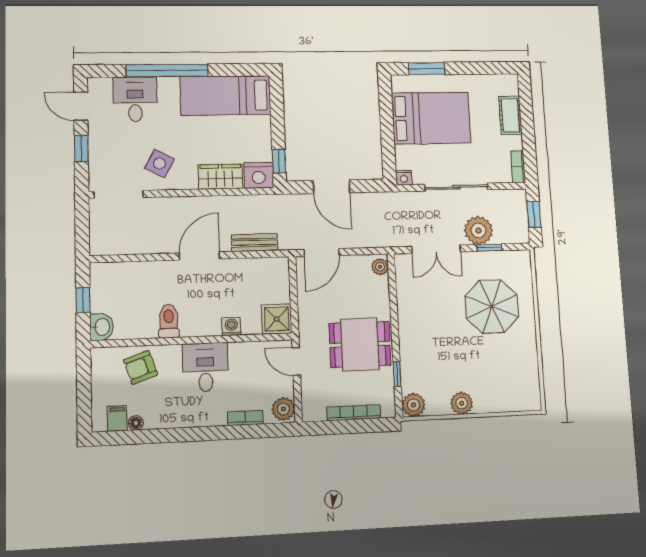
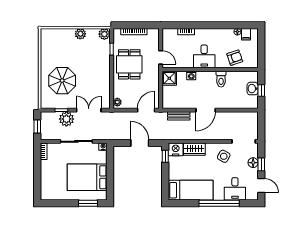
cot: (510, 115) -> (46, 178), removed
floor lamp: (98, 152) -> (253, 163), added
washbasin: (102, 327) -> (253, 89), moved
dining table: (360, 344) -> (129, 64), turned 90
plant: (283, 409) -> (168, 35), removed

